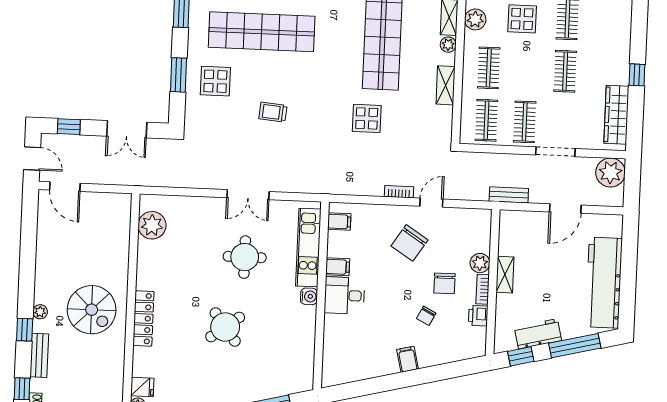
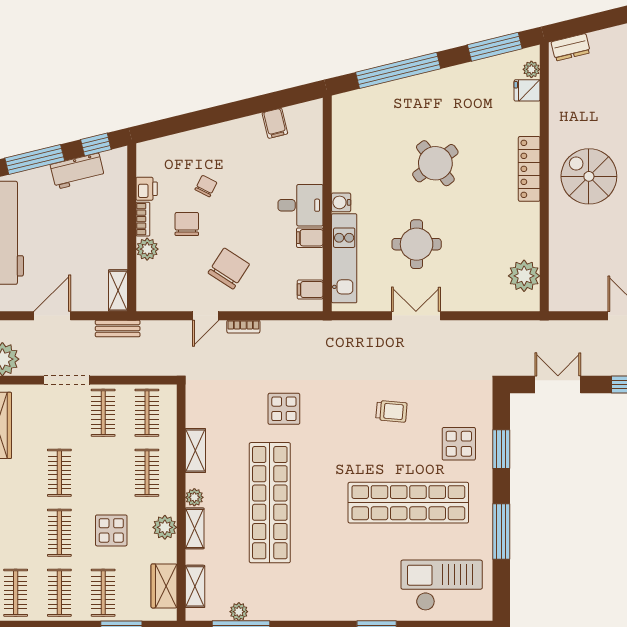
shelving: (505, 275) -> (118, 291), moved
filing cabinet: (407, 359) -> (275, 123), moved

